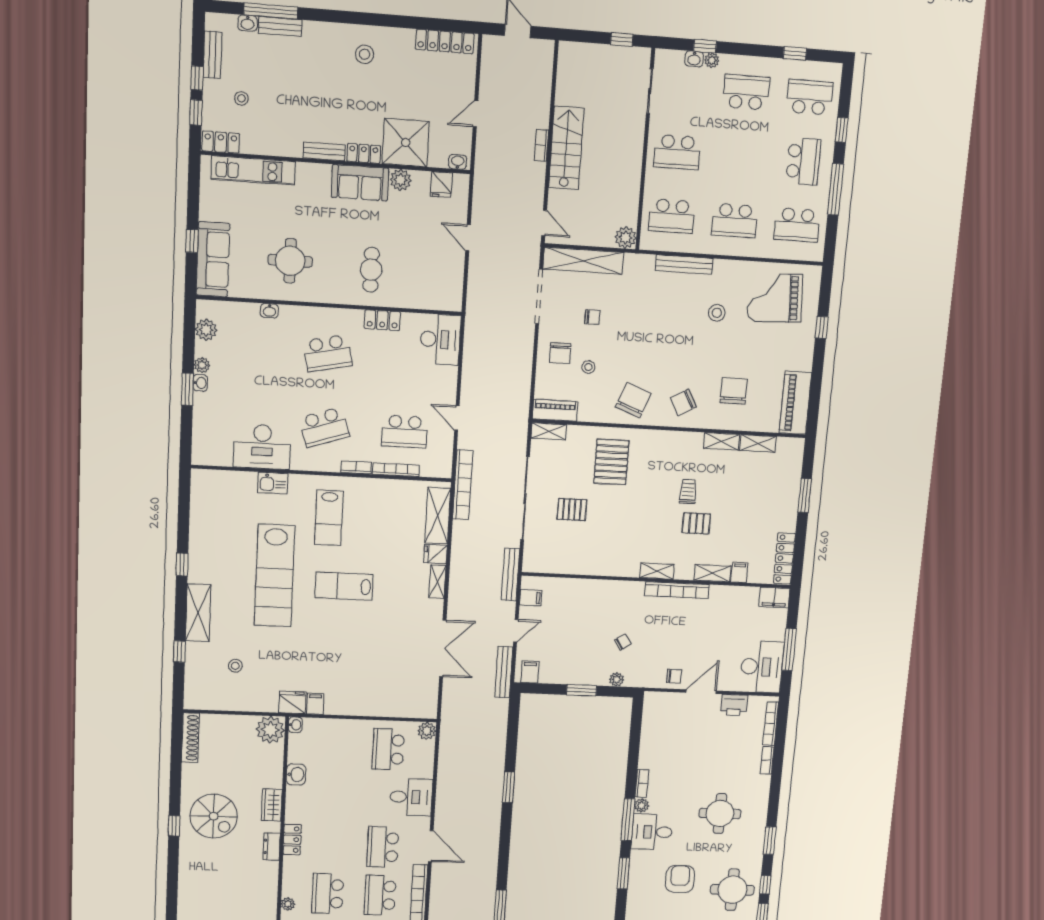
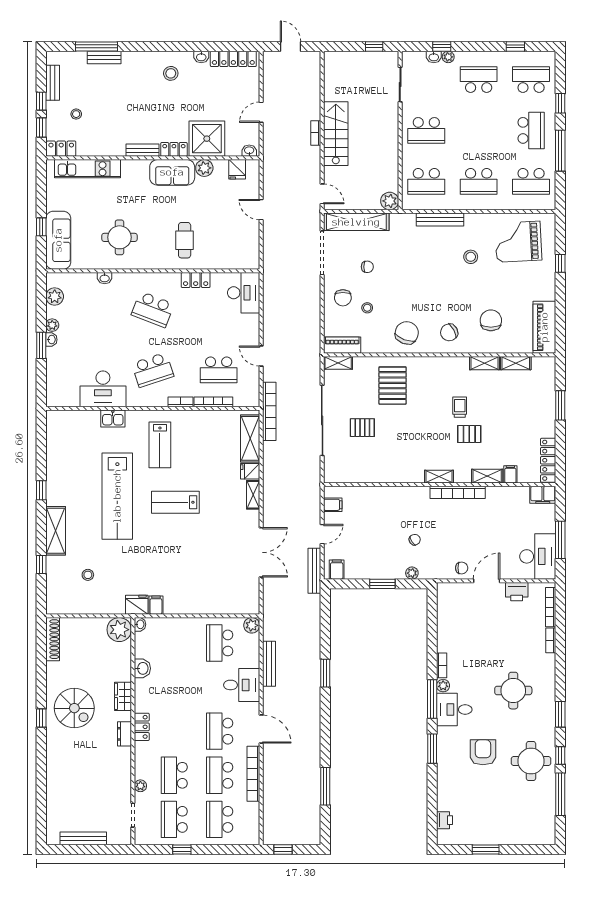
washbasin: (248, 23) -> (201, 57), moved
school desk: (328, 353) -> (153, 309), turned 33
bench: (510, 574) -> (269, 664), moved

